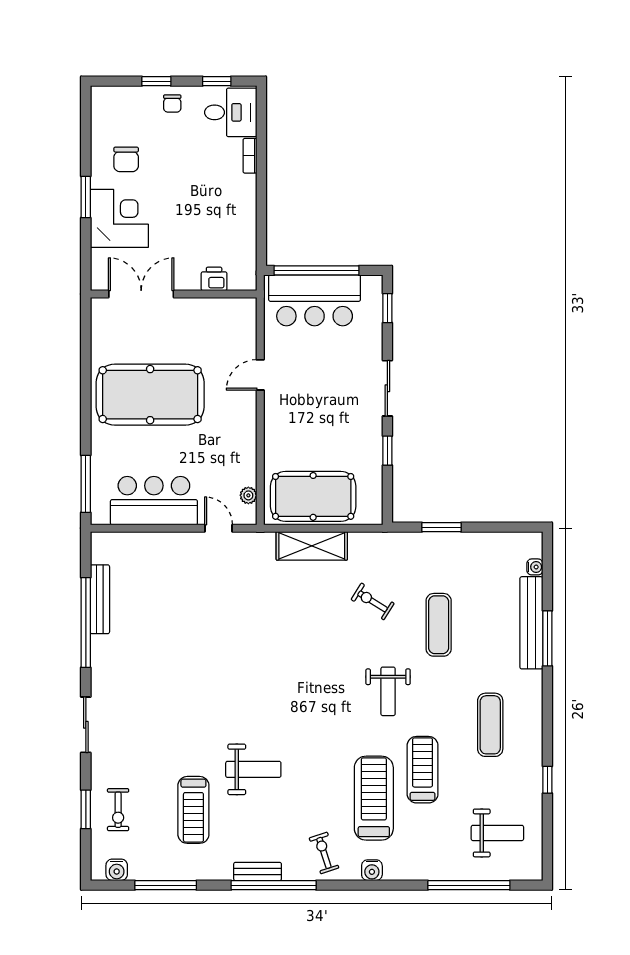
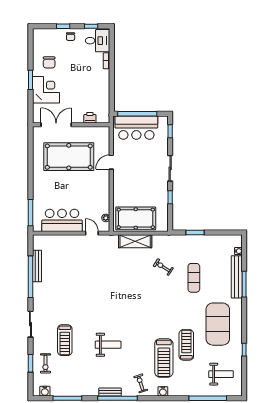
pool table: (150, 395) -> (69, 157), moved
weight bench: (388, 691) -> (170, 309), removed
exercise mat: (490, 725) -> (218, 324), width x2.00, depth x1.45
treadmill: (374, 798) -> (164, 358), turned 180
treadmill: (193, 810) -> (65, 340), moved

